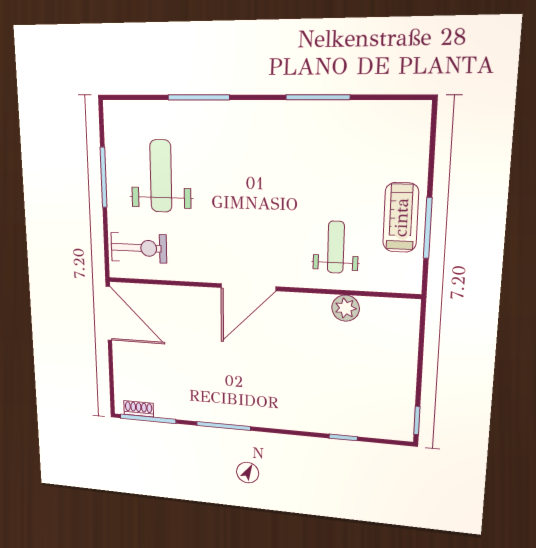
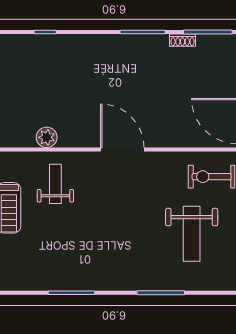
weight bench: (336, 247) -> (55, 184), turned 180
door: (248, 287) -> (122, 149), hinge flipped
shoe rack: (139, 409) -> (183, 40), moved

